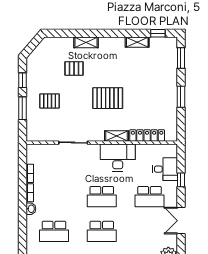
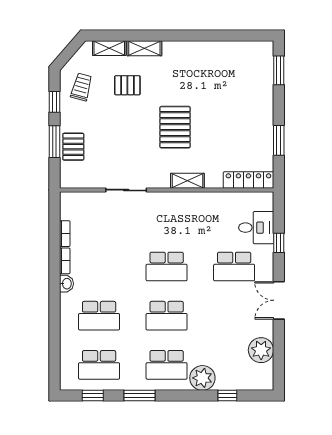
window: (158, 33) -> (246, 35), removed
shelving: (137, 42) -> (109, 48), moved
trolley: (42, 70) -> (82, 87), added
window: (181, 97) -> (279, 140), moved
pallet: (108, 98) -> (175, 127), turned 90
pallet: (50, 101) -> (73, 147), moved, turned 90
locker: (147, 135) -> (248, 180), moved
desk: (118, 157) -> (189, 211), removed

